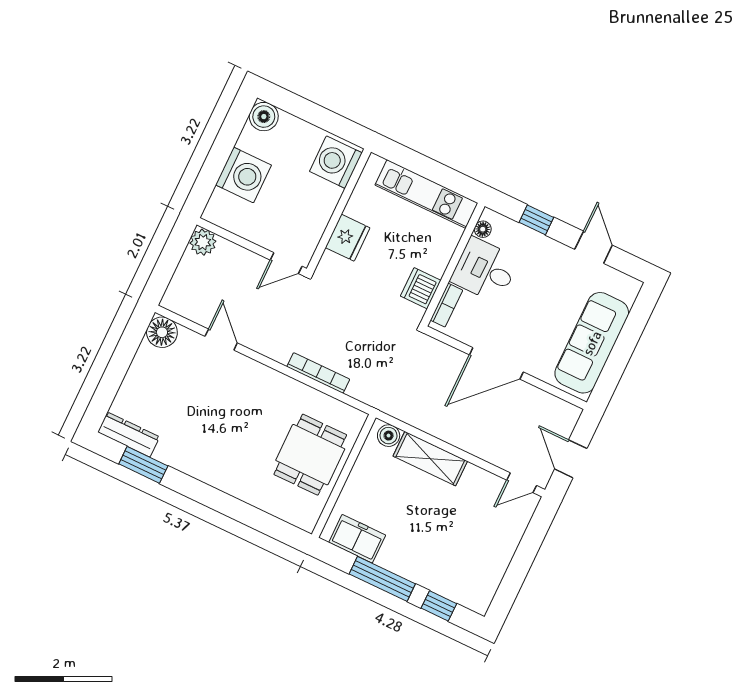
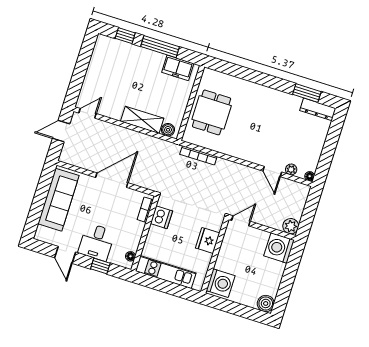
washing machine: (243, 175) -> (279, 248), moved
desk: (485, 270) -> (97, 242), moved, turned 90
floor lamp: (162, 332) -> (310, 176), width x0.53, depth x0.53
plant: (189, 339) -> (291, 169), added
bookcase: (318, 373) -> (198, 155), moved
door: (571, 459) -> (61, 131), swing flipped

